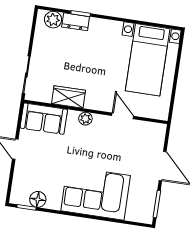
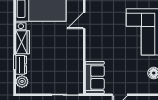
wardrobe: (68, 97) -> (23, 42), moved, turned 180
plant: (85, 119) -> (90, 47), removed

